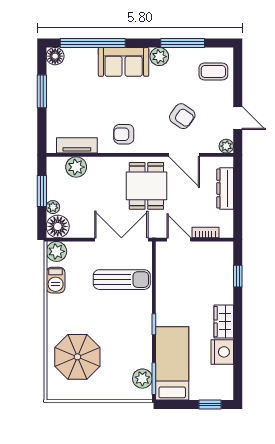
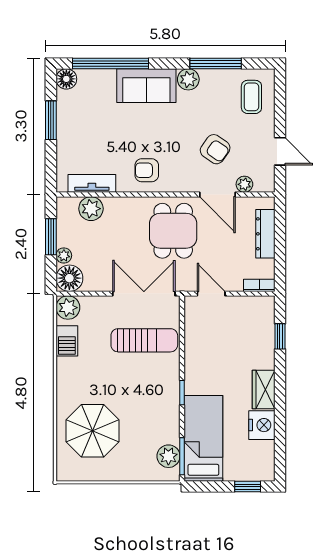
coffee table: (213, 71) -> (251, 97), turned 90
plant: (226, 146) -> (244, 184), moved
bookcase: (205, 233) -> (259, 285), moved

